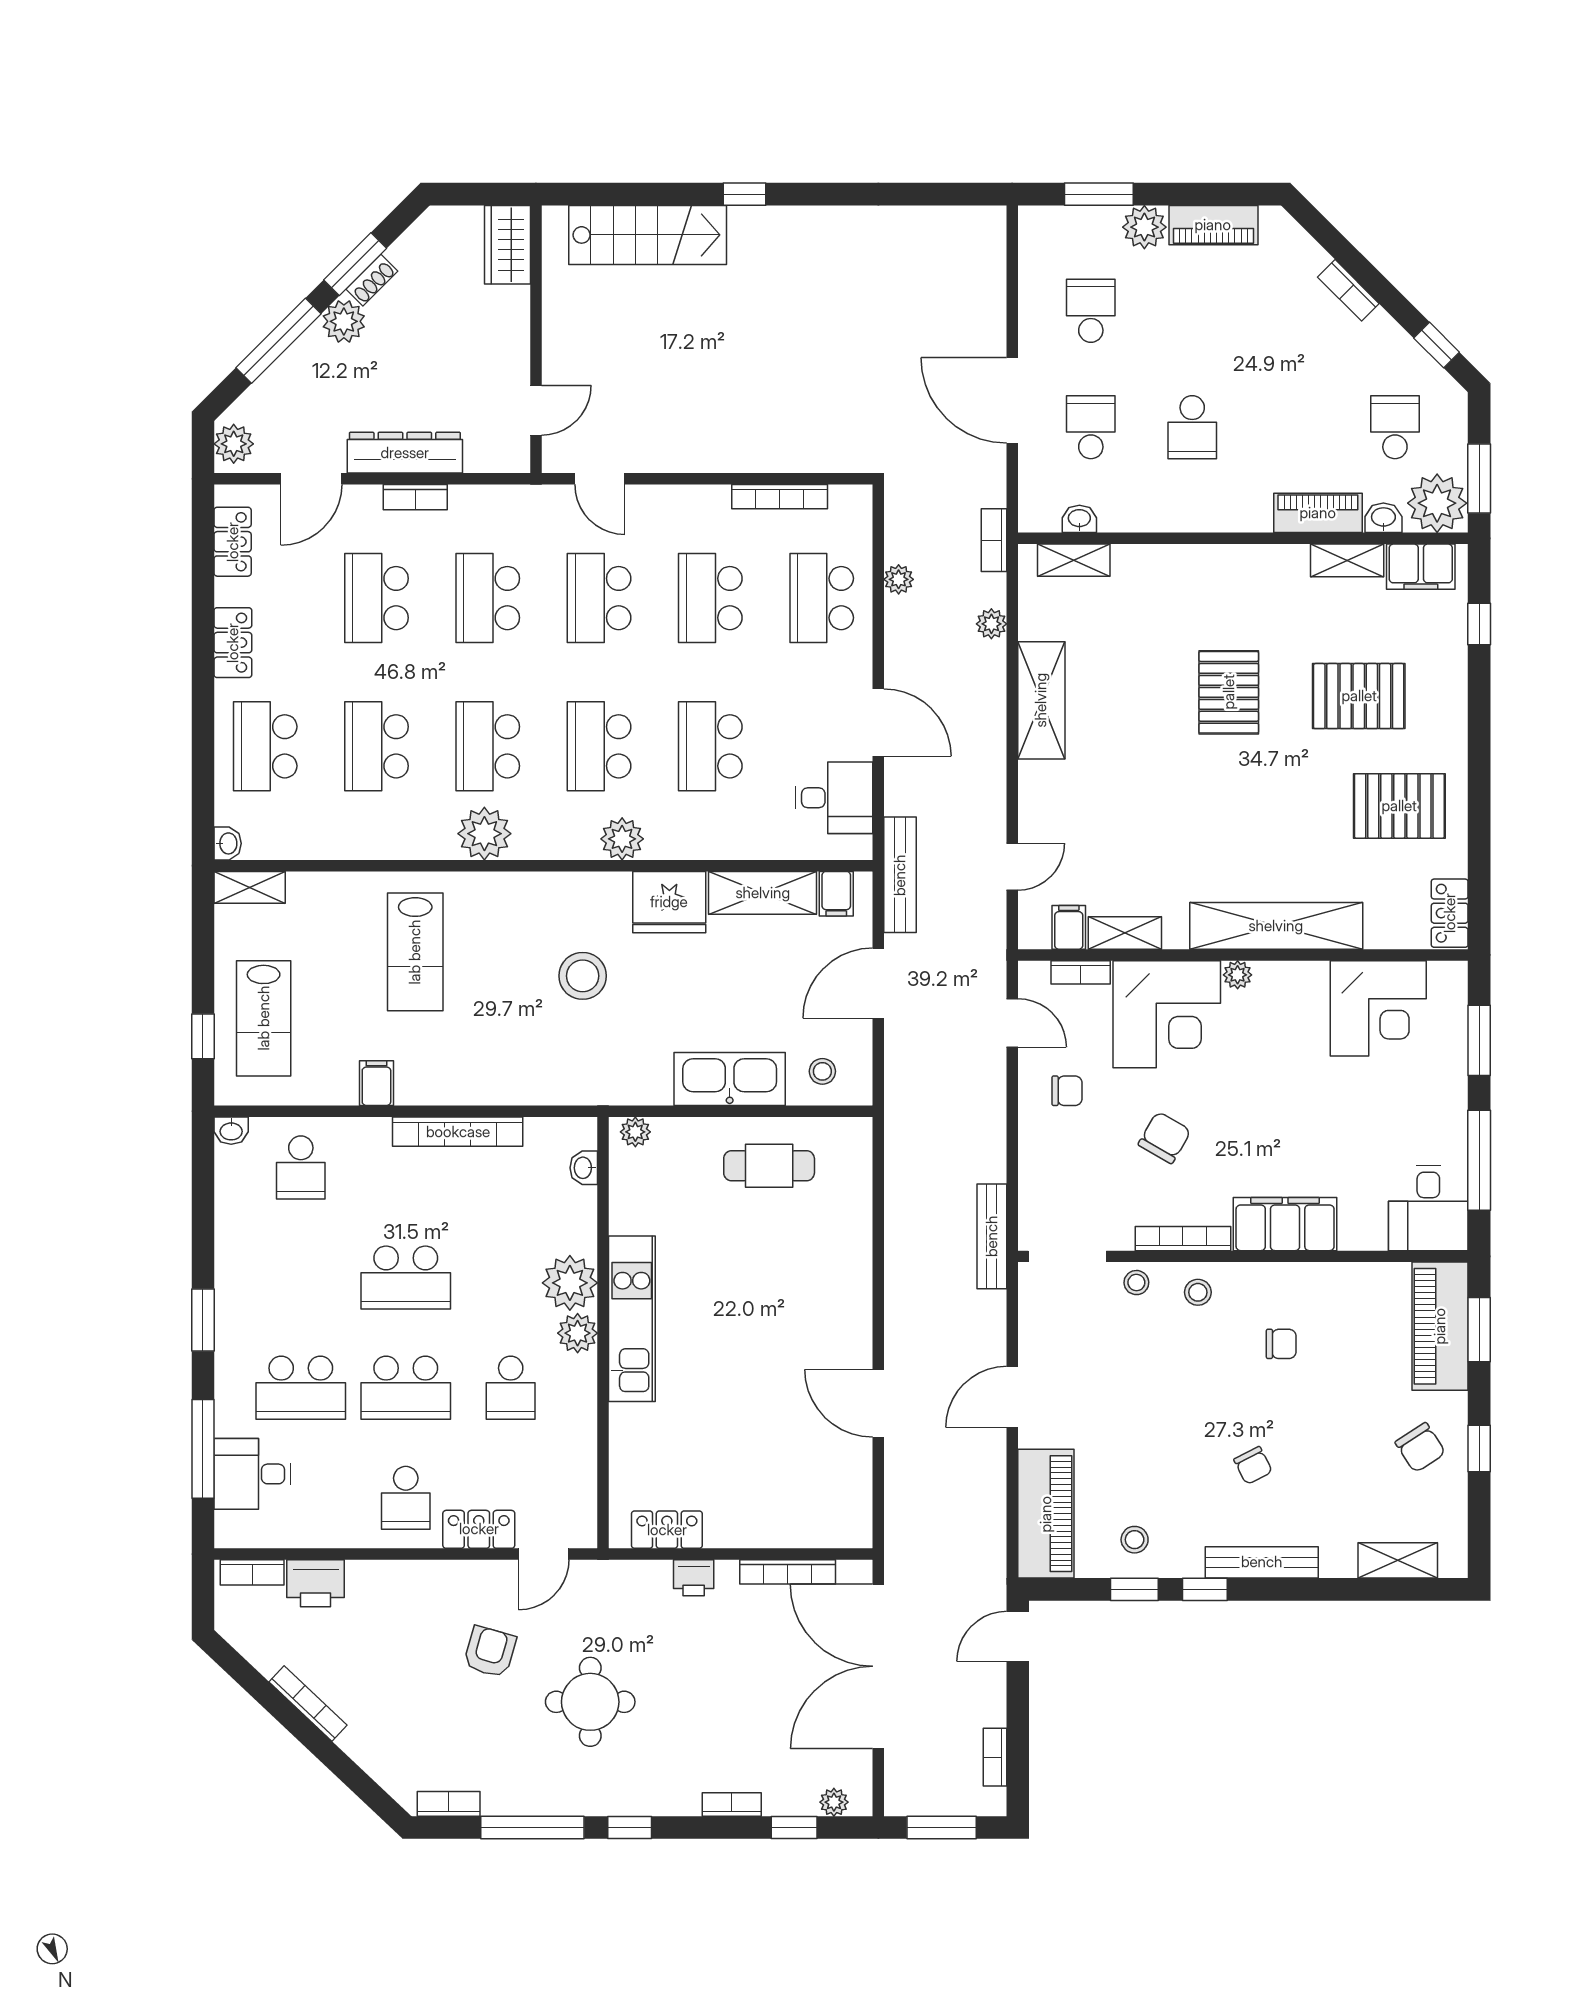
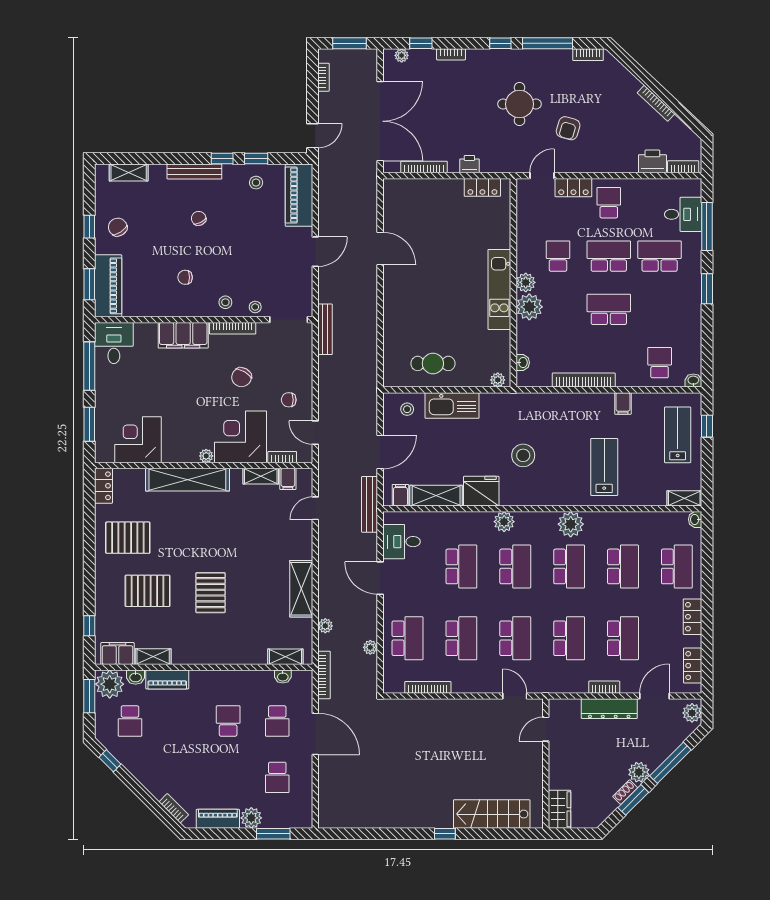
bookcase: (1348, 290) -> (174, 808), moved
bookcase: (994, 540) -> (324, 675), width x1.56

